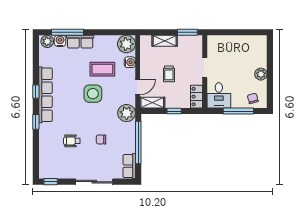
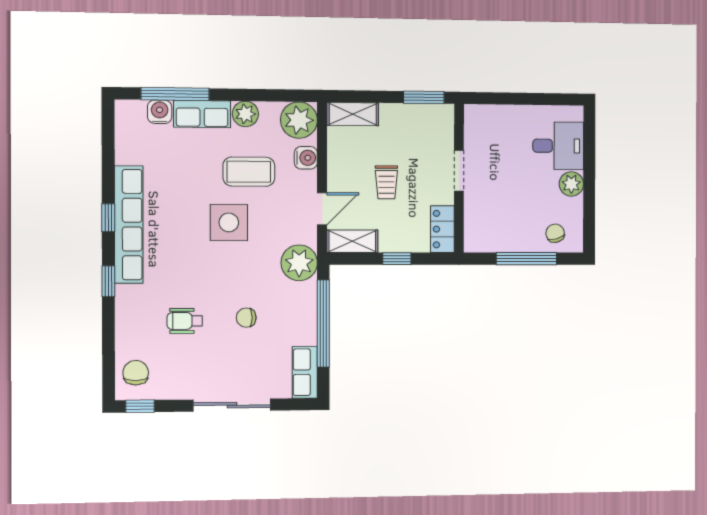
plant: (47, 41) -> (245, 114), moved
shelving: (165, 41) -> (353, 114), moved
desk: (219, 95) -> (558, 146), moved, turned -90
chair: (49, 166) -> (136, 373), added

